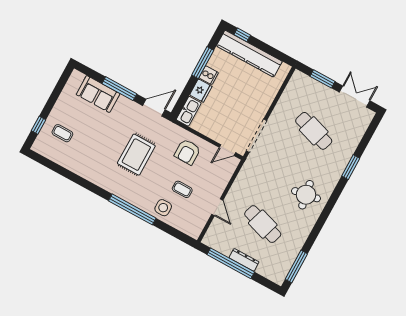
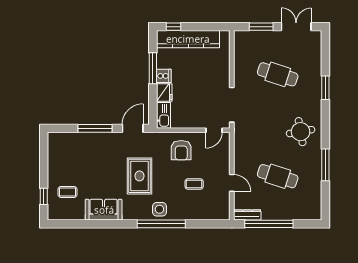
sofa: (98, 94) -> (104, 210), moved, turned 180
side table: (163, 208) -> (159, 209), moved
dresser: (244, 260) -> (247, 215), moved
window: (296, 266) -> (325, 165), moved

